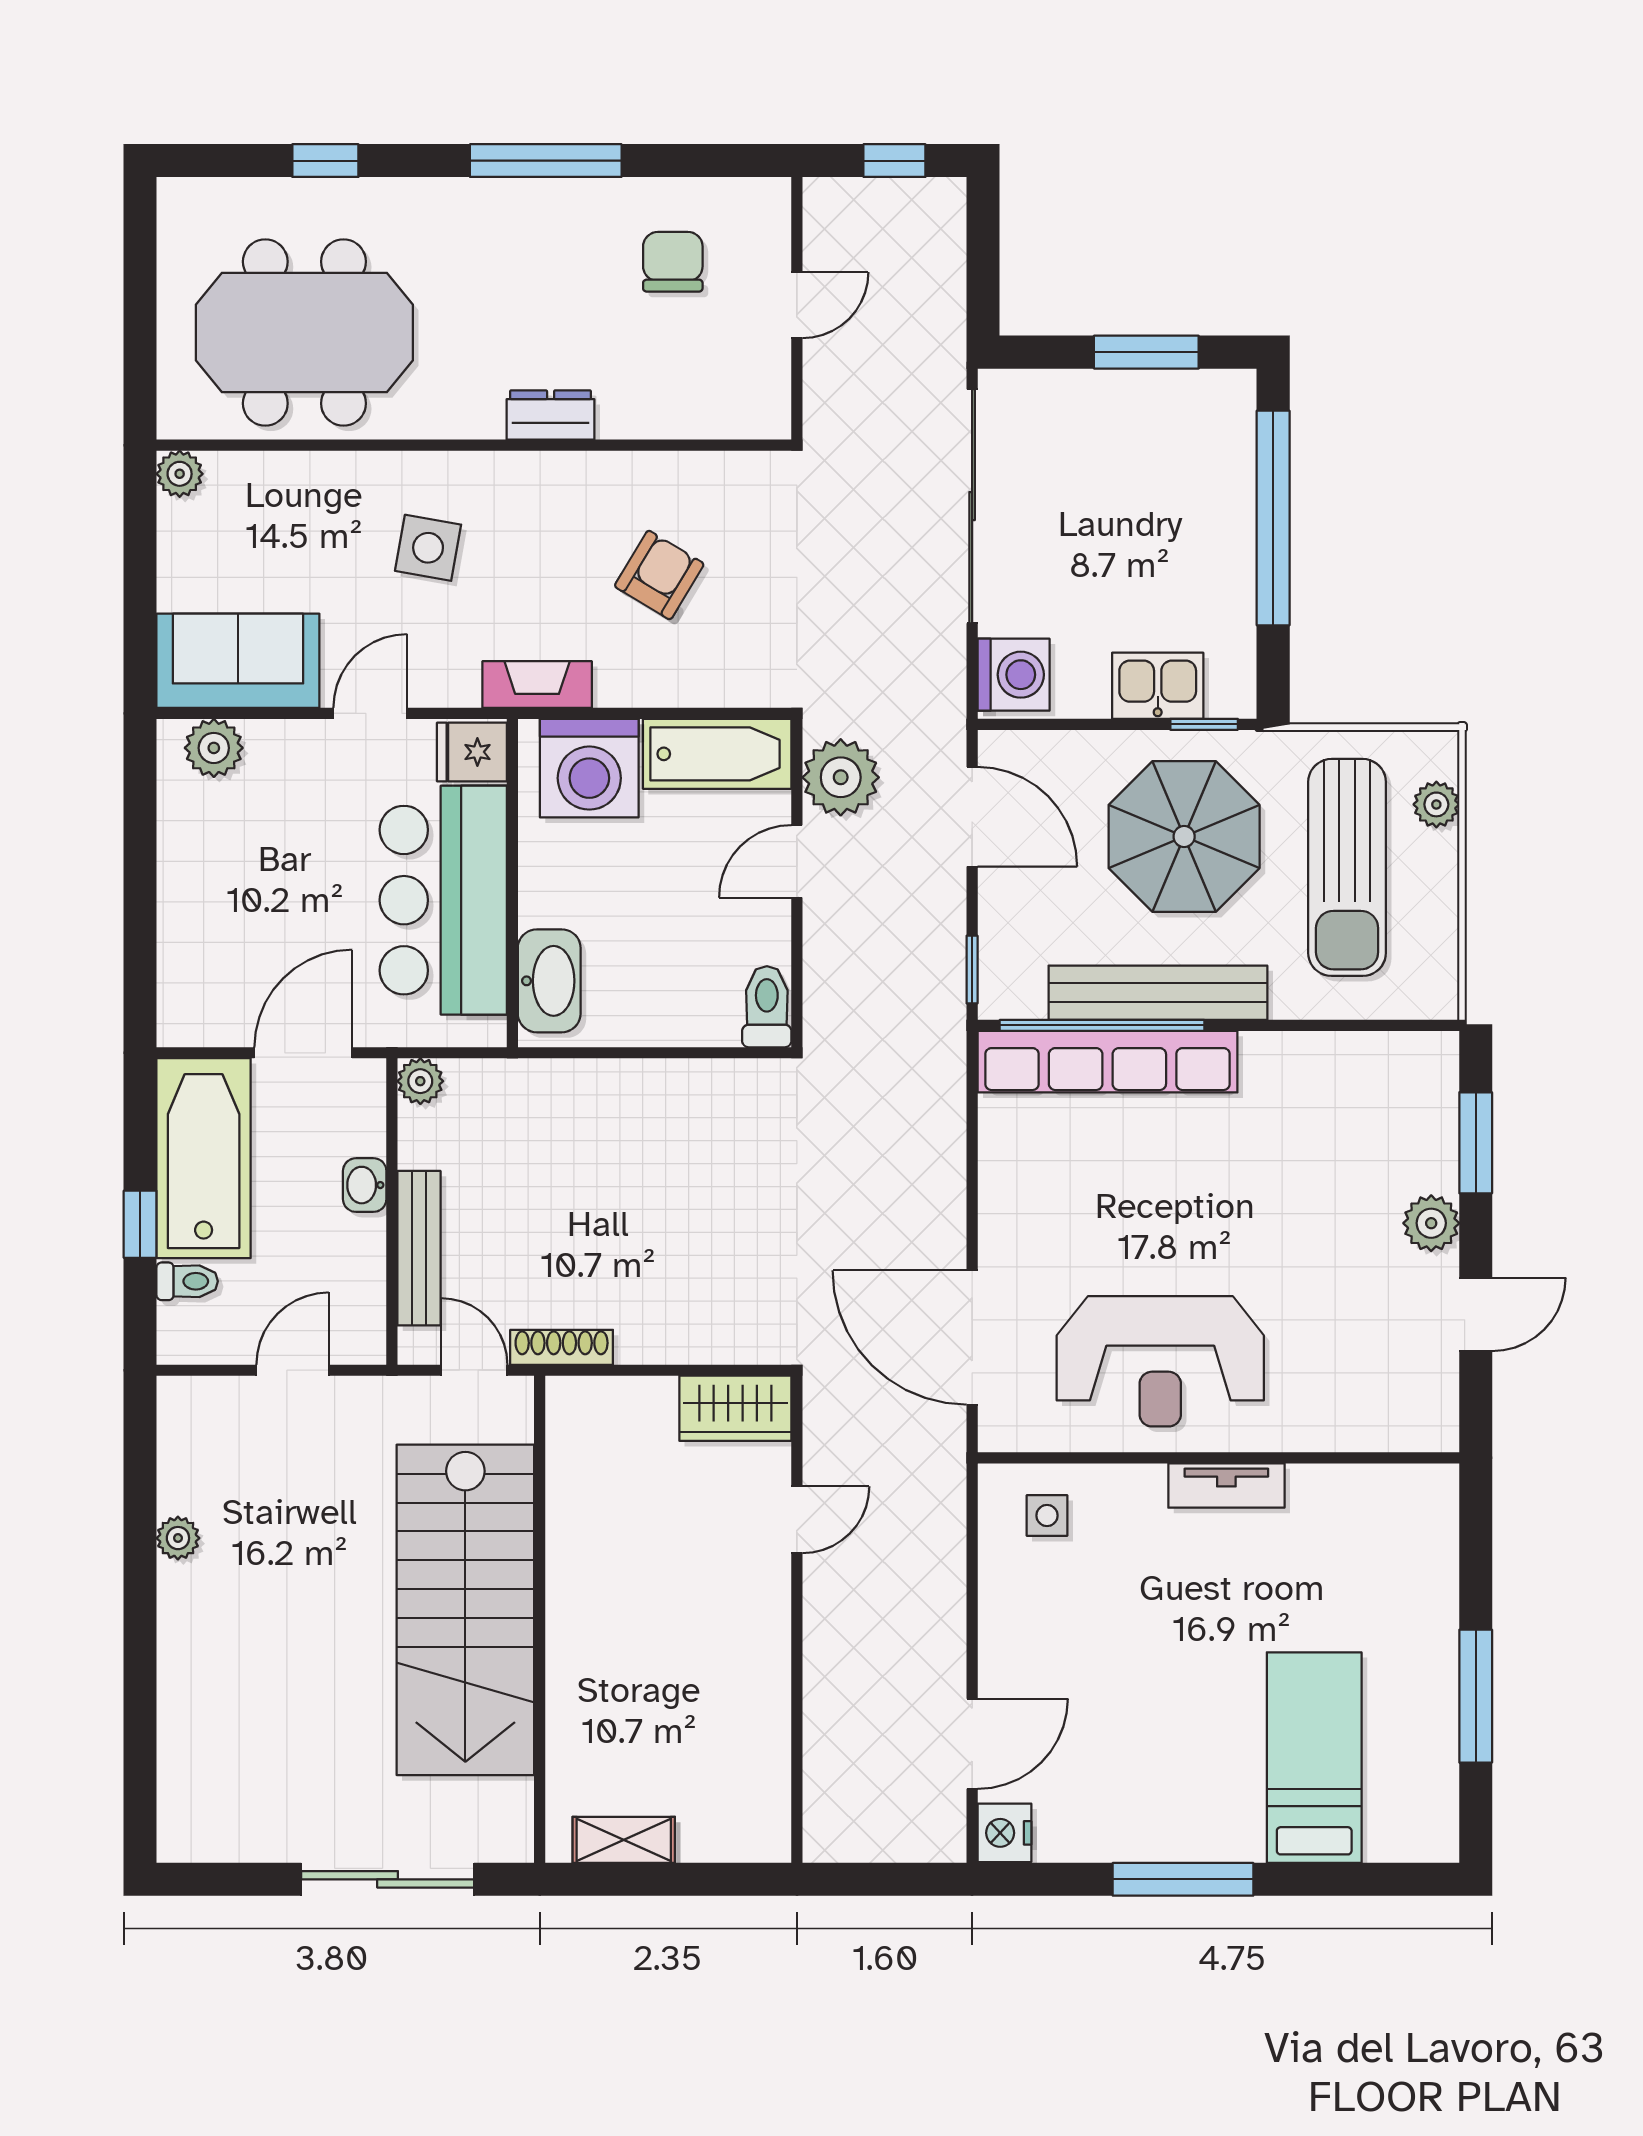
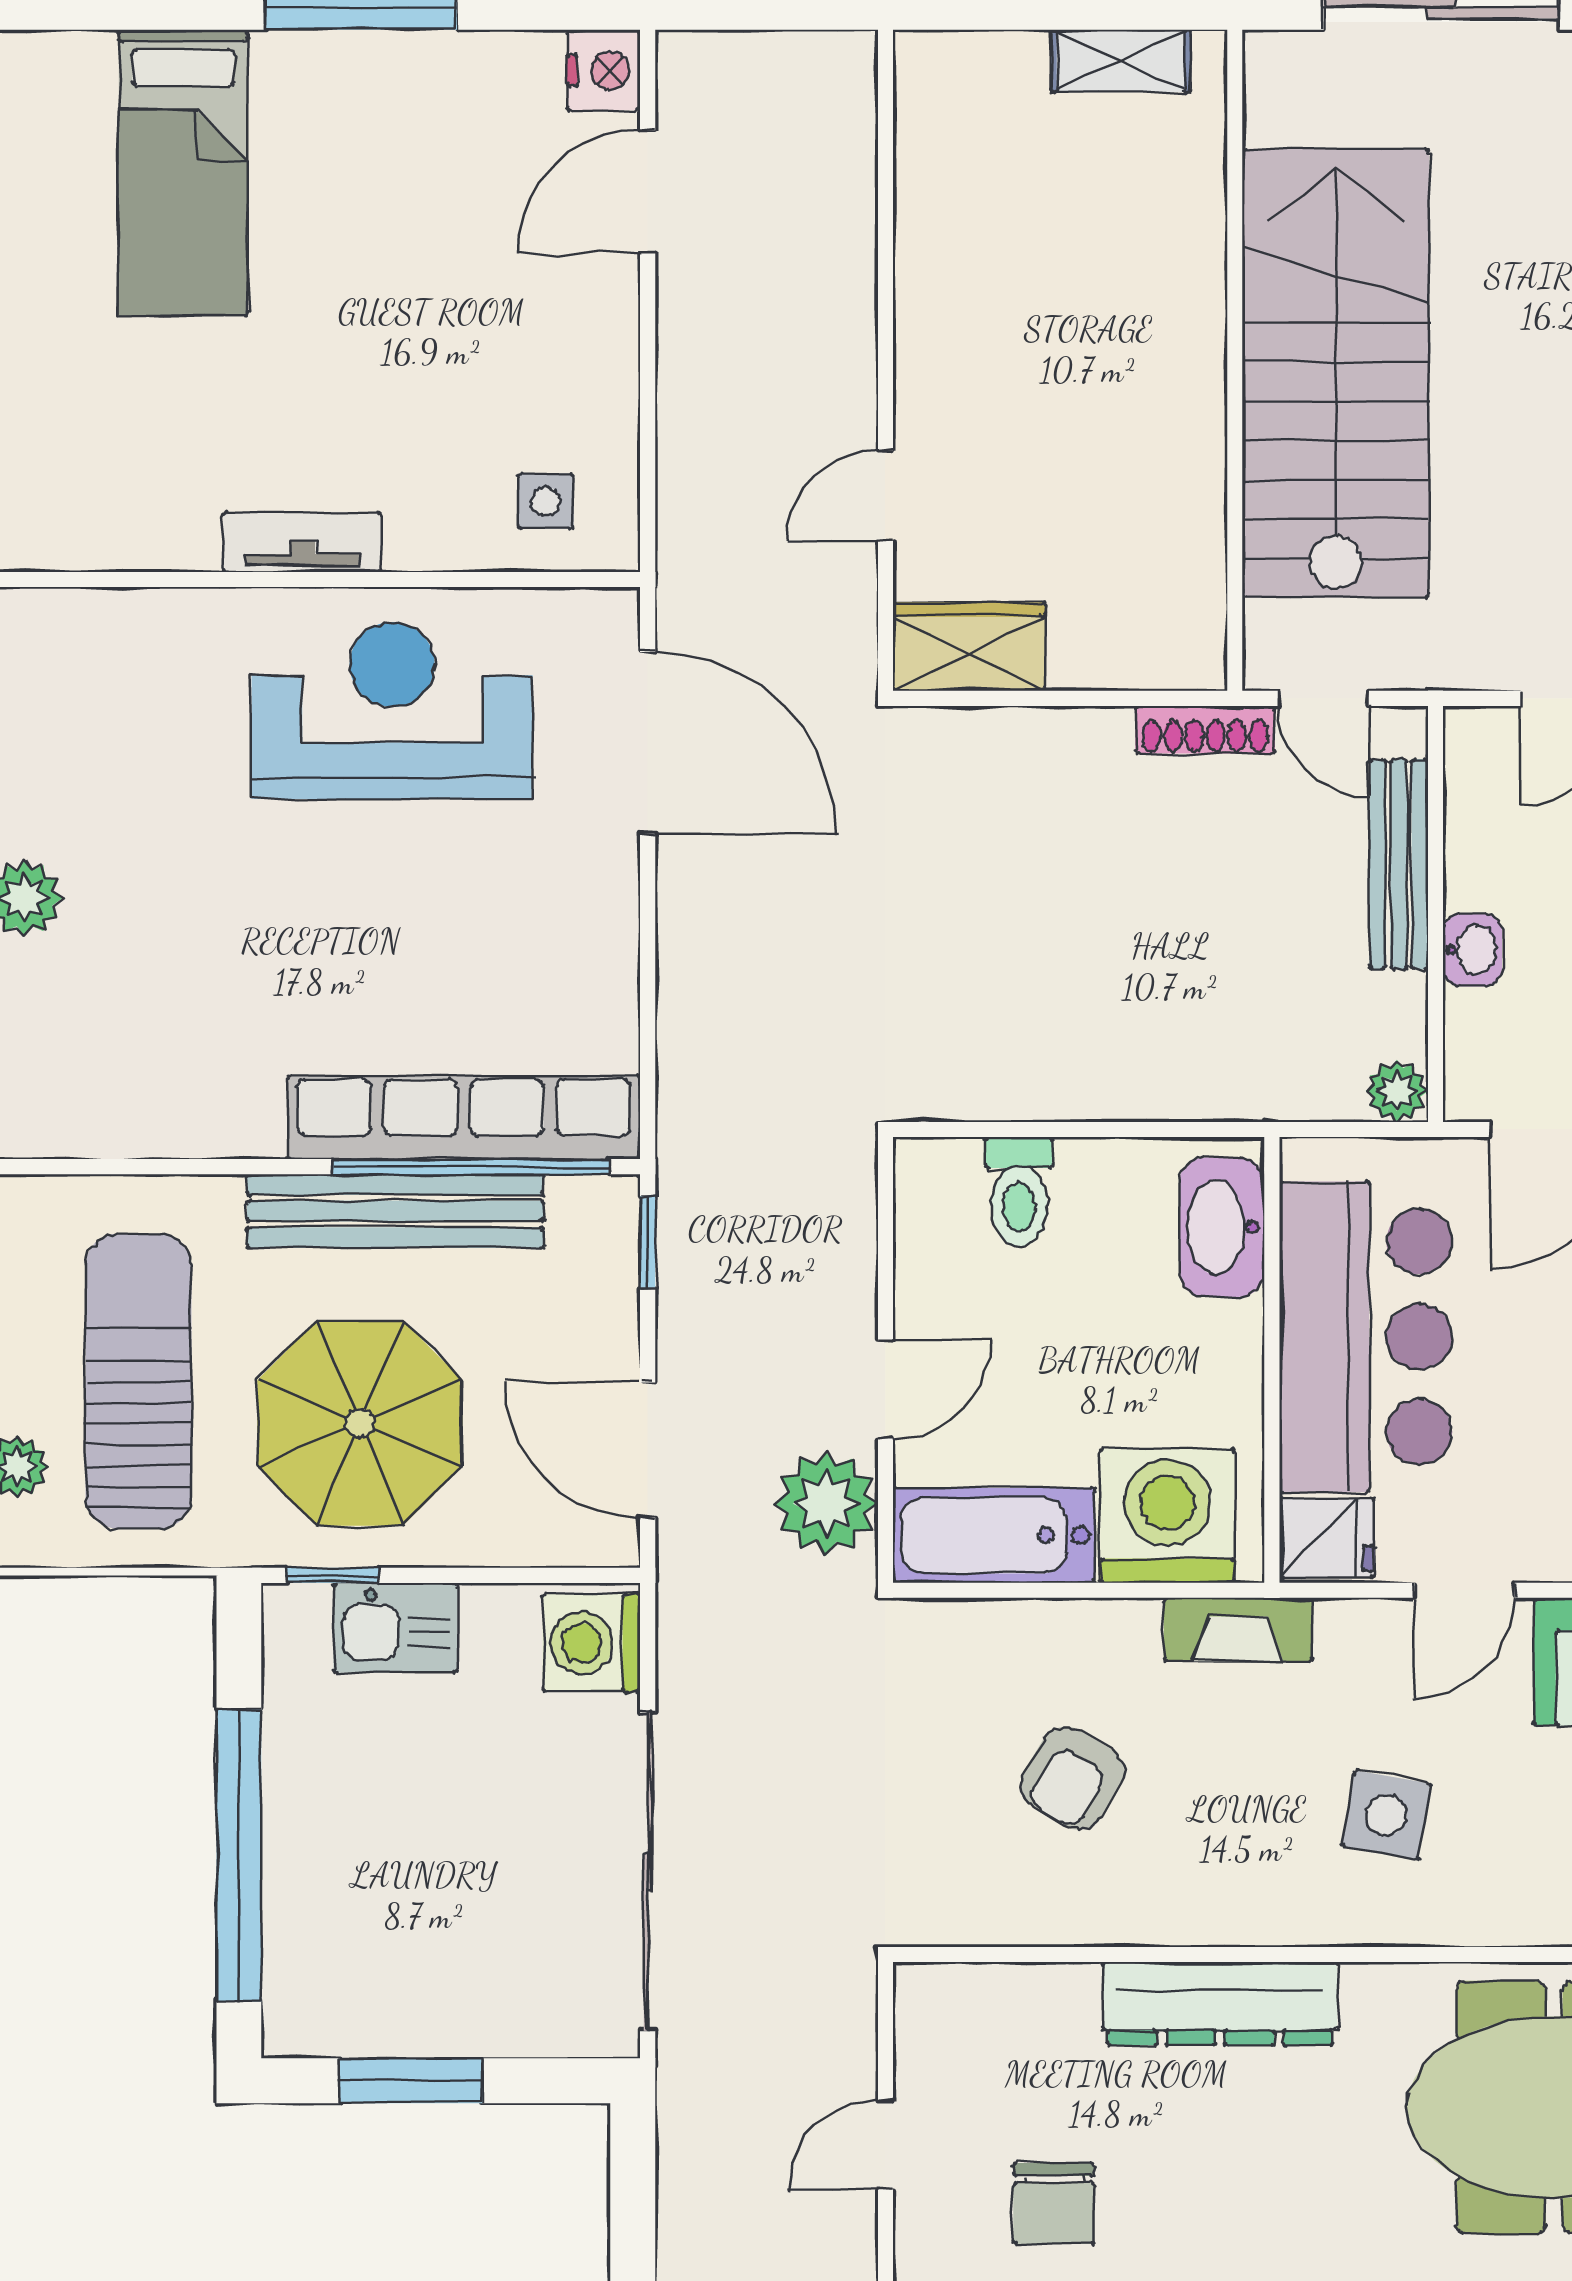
dresser: (551, 415) -> (1220, 2004), width x1.96, depth x1.24
toilet: (767, 1007) -> (1019, 1192), moved

